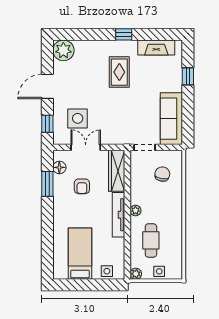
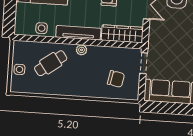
cafe table: (151, 240) -> (51, 63), turned -36
side table: (107, 271) -> (42, 28), moved
plant: (136, 274) -> (19, 46), removed

